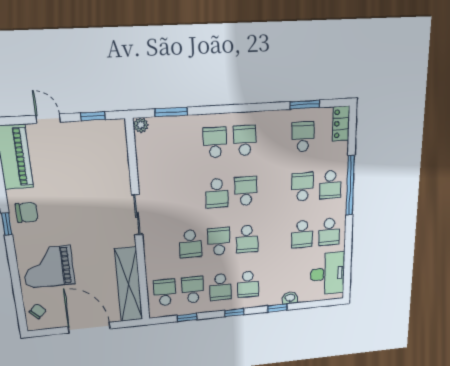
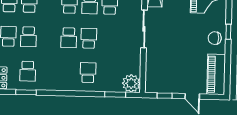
plant: (141, 125) -> (131, 83), width x1.88, depth x1.88
school desk: (245, 140) -> (68, 72), removed
school desk: (215, 142) -> (88, 73), turned 180
sliding door: (137, 215) -> (144, 29), width x1.37

